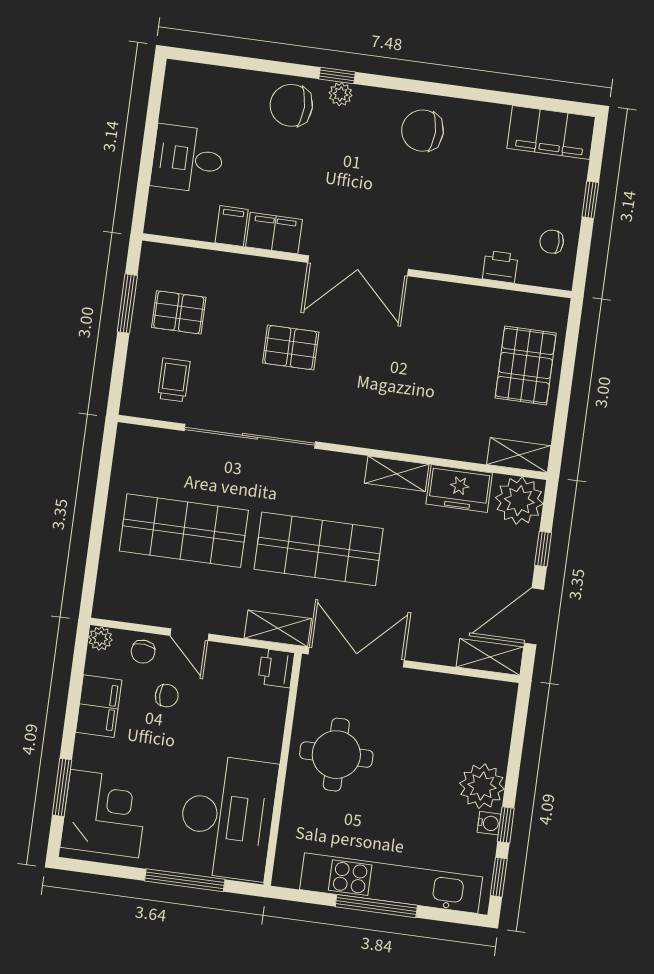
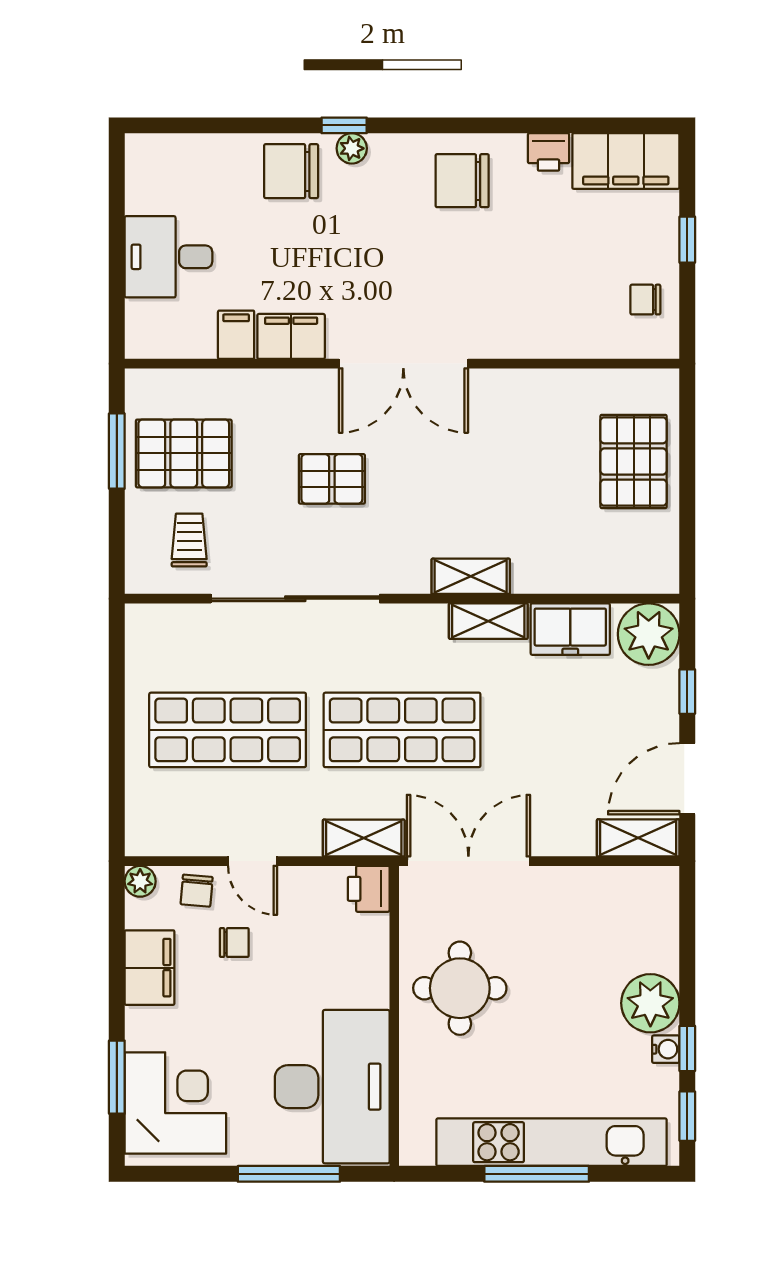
printer: (500, 267) -> (549, 152), moved, turned 180
pallet: (179, 312) -> (184, 453), width x1.50, depth x1.42
shelving: (519, 455) -> (471, 576), moved

